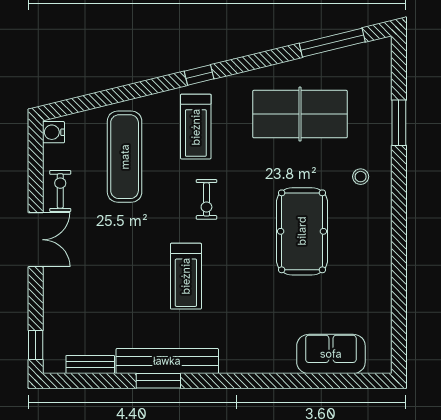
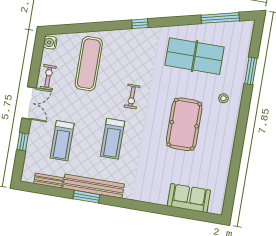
treadmill: (196, 127) -> (62, 141), moved
window: (36, 345) -> (23, 142), moved

